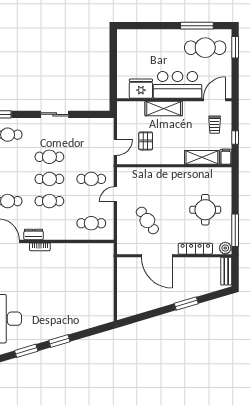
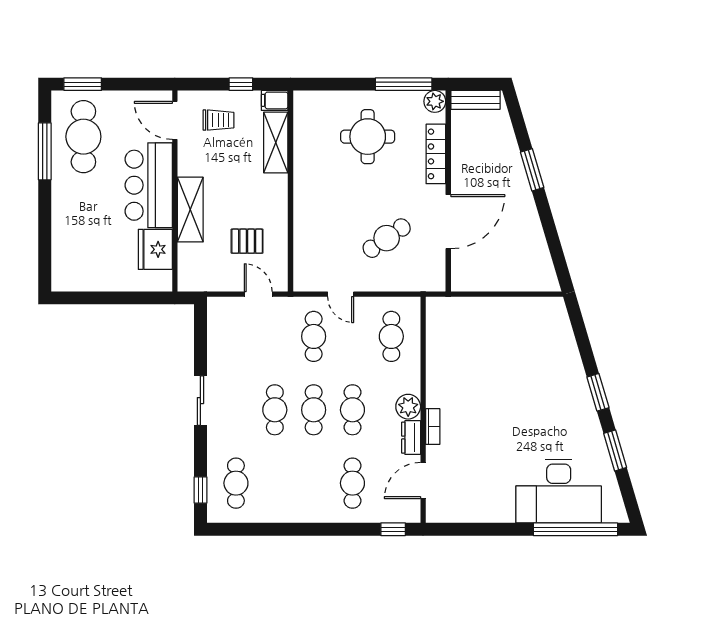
plant: (51, 233) -> (408, 407), added

